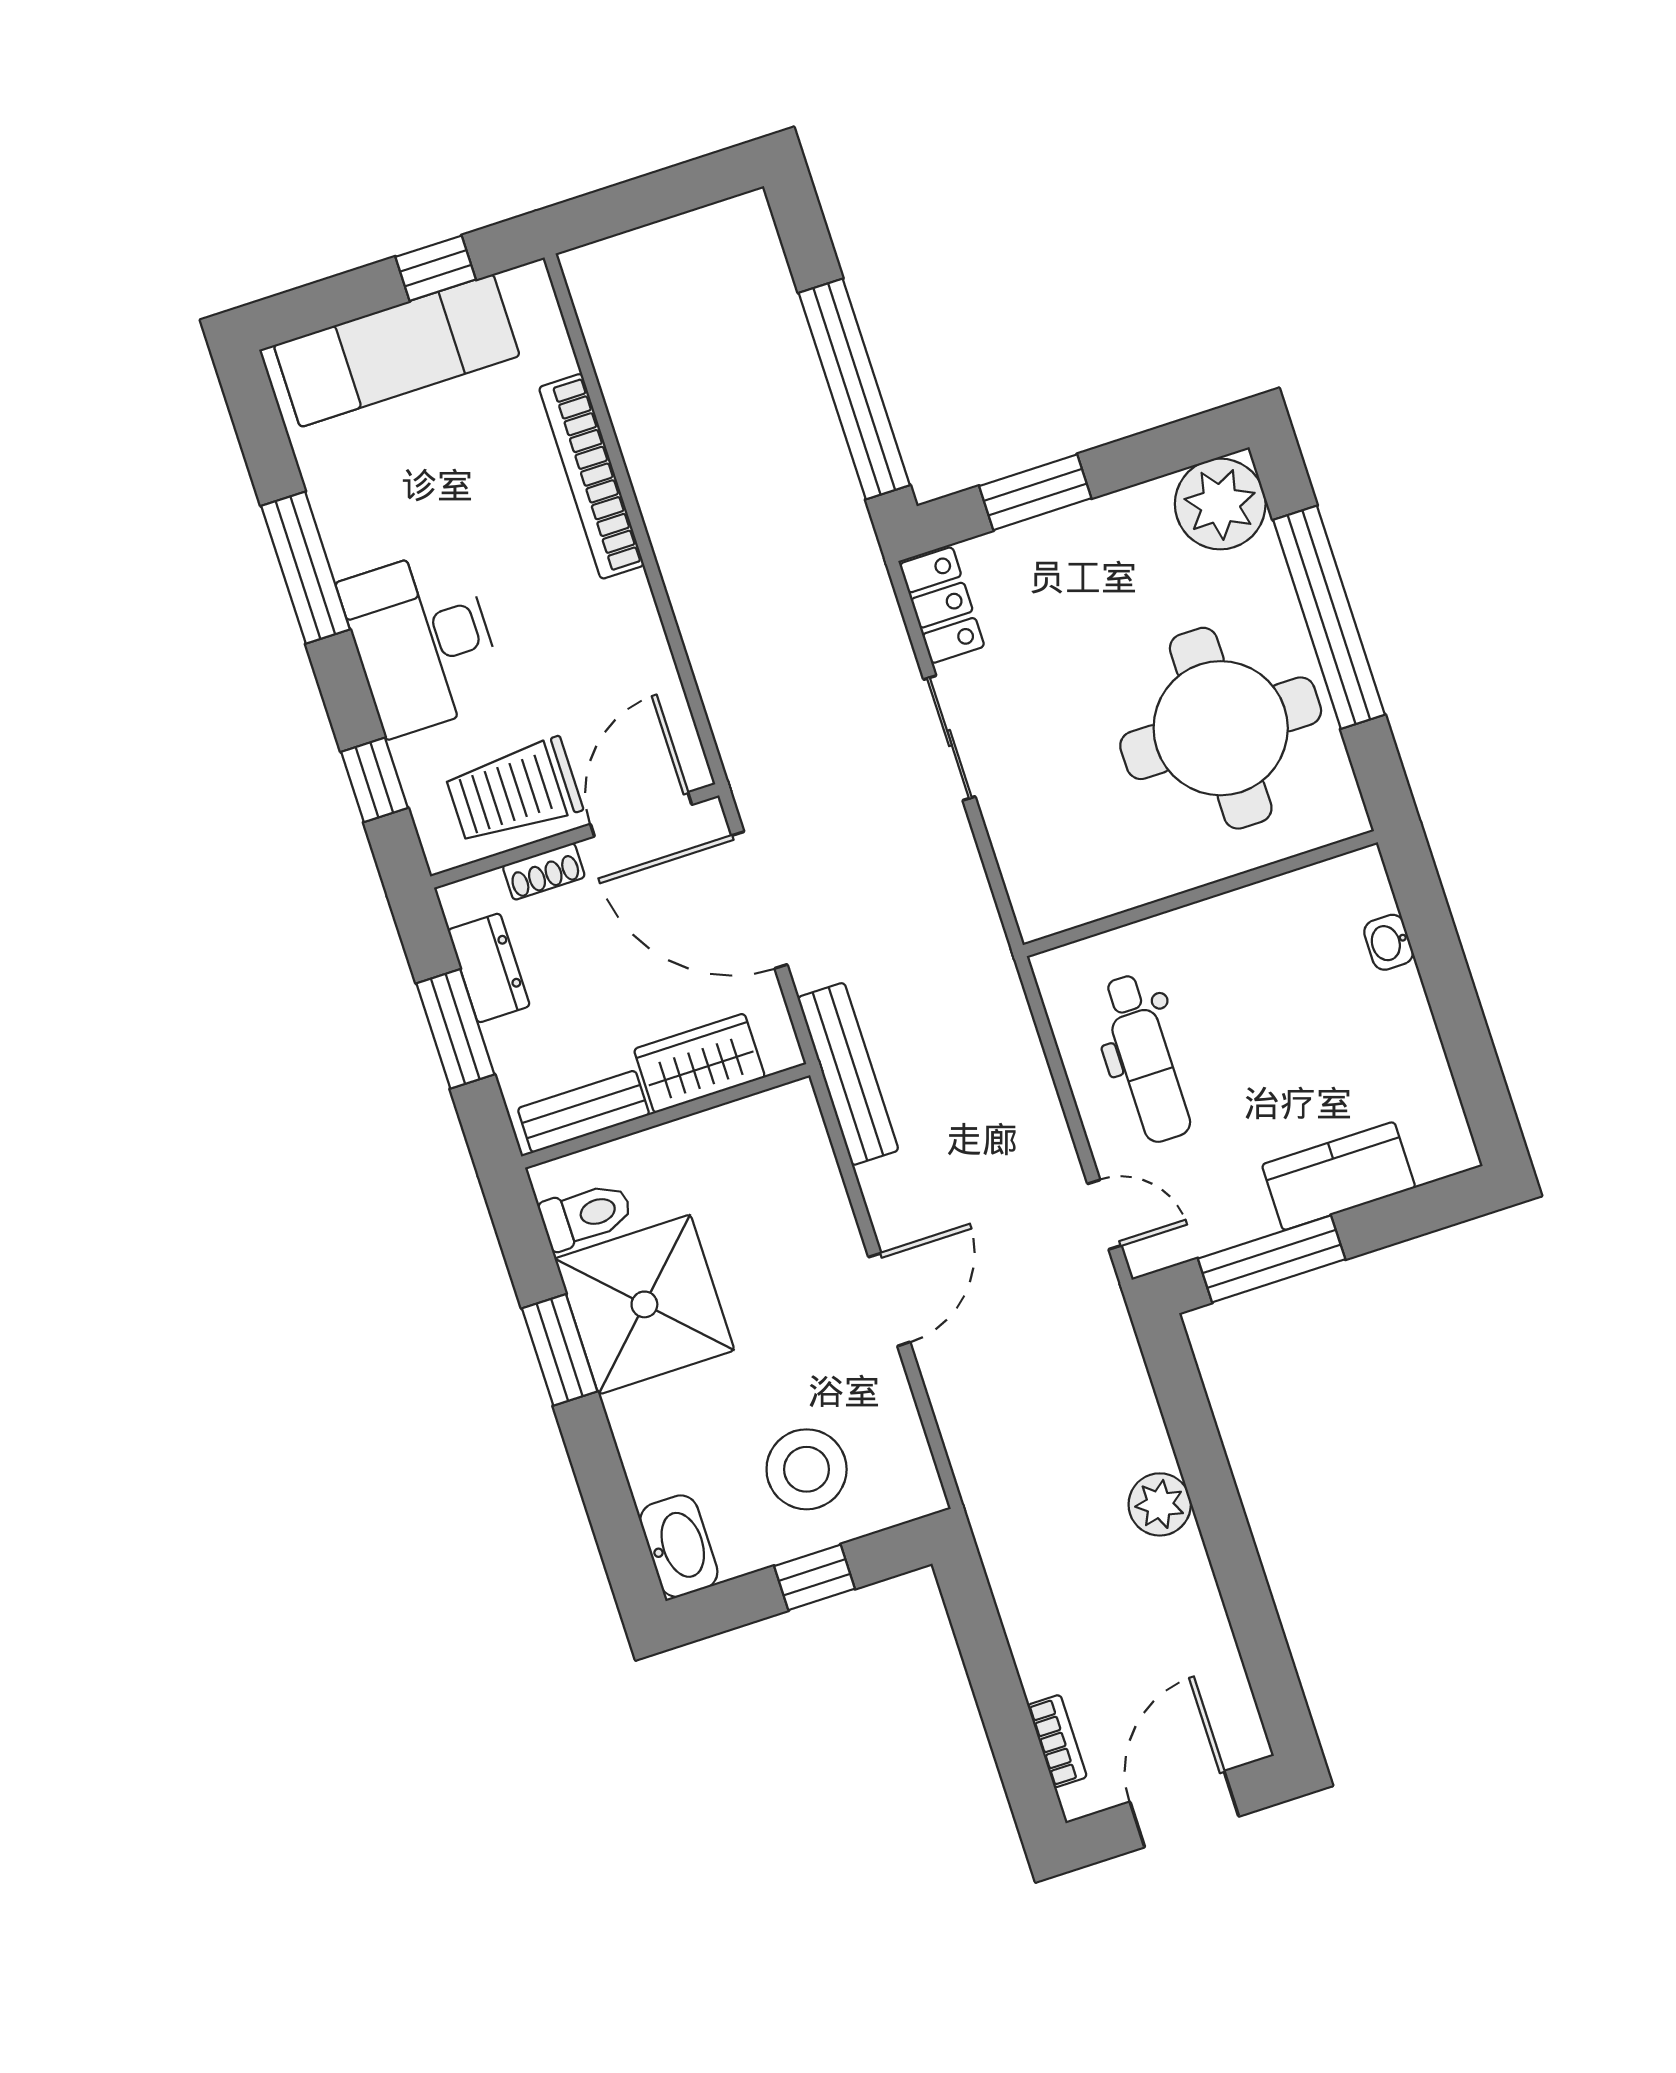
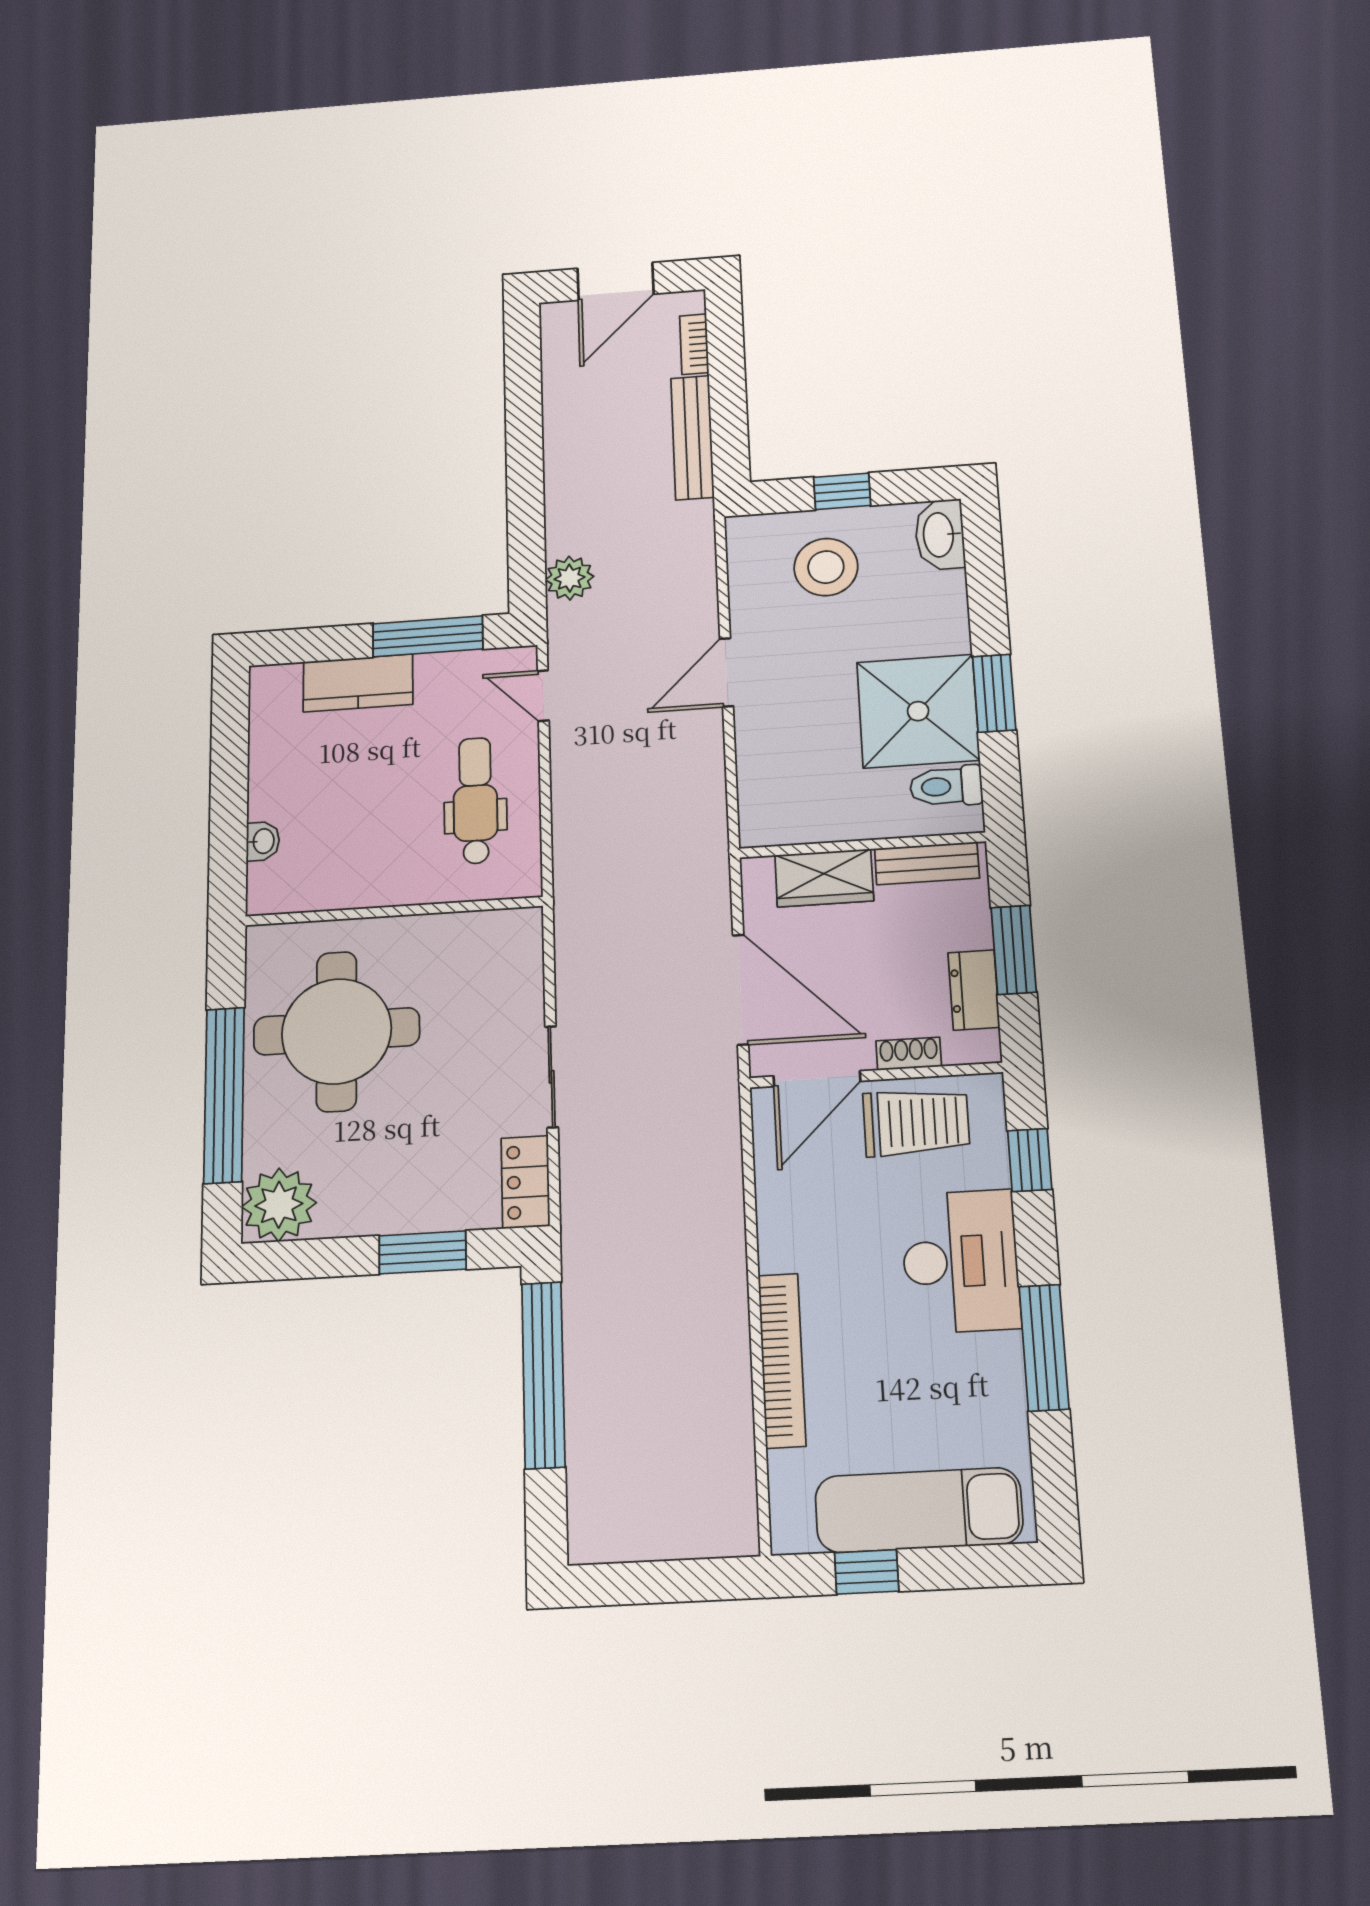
bench: (848, 1074) -> (692, 438), moved
plant: (1160, 1504) -> (570, 578), moved

